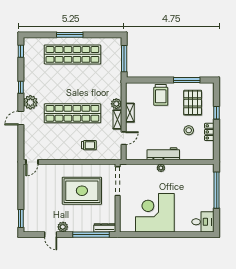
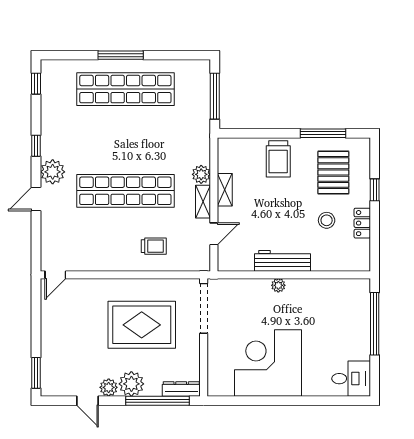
plant: (76, 225) -> (131, 384), added

